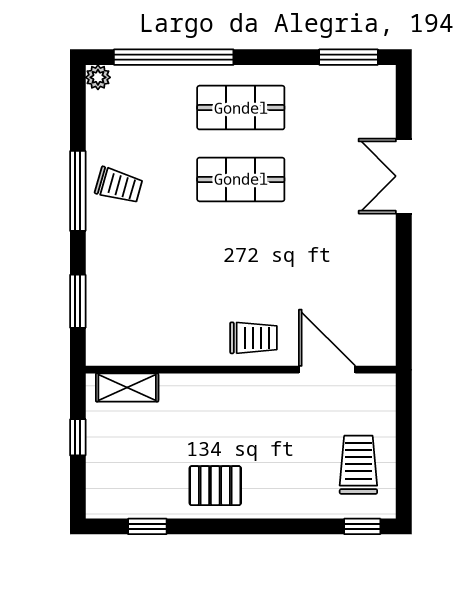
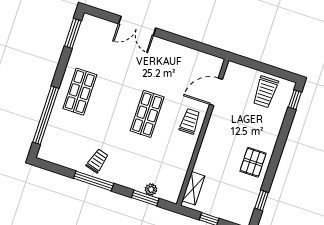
plant: (98, 77) -> (151, 189), moved
shop shelf: (241, 179) -> (147, 114), moved
trolley: (358, 465) -> (265, 92), turned -90

